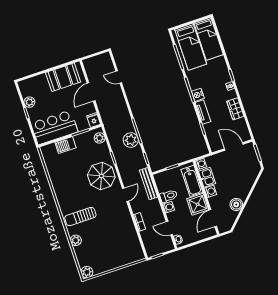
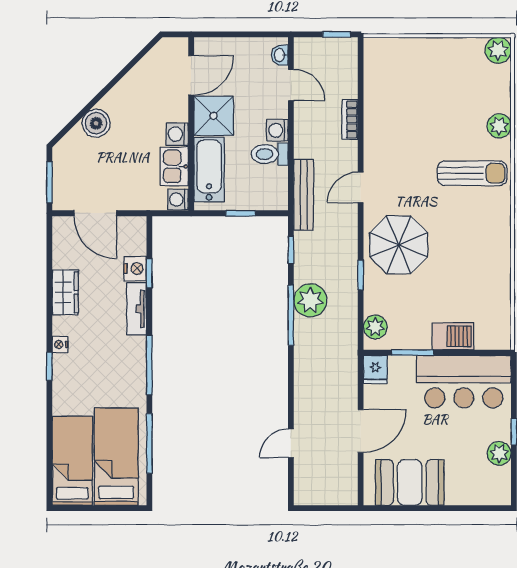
door: (119, 77) -> (291, 443), swing flipped
nightstand: (198, 95) -> (135, 269), moved
boiler: (236, 204) -> (96, 123), moved

